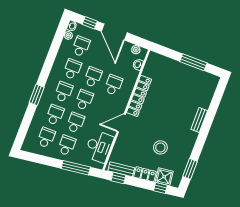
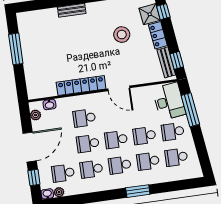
desk: (99, 146) -> (169, 101), moved, turned 83

